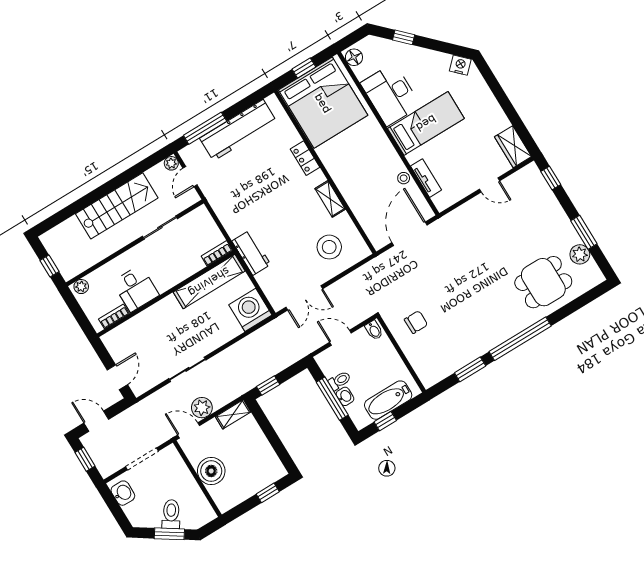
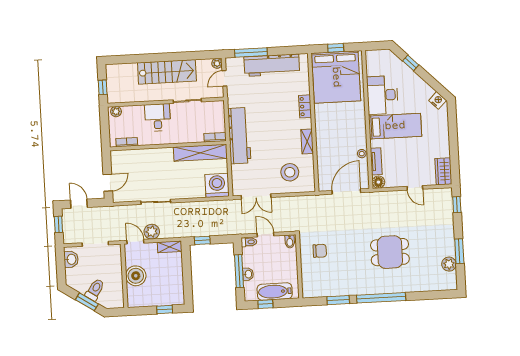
floor lamp: (354, 57) -> (378, 182), moved
workbench: (251, 253) -> (239, 136), width x1.88, depth x1.32
dining table: (543, 282) -> (390, 252), moved
desk: (136, 289) -> (158, 117), moved, turned 180
toilet: (340, 381) -> (249, 242), moved

